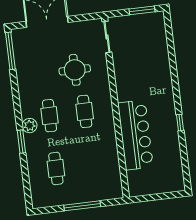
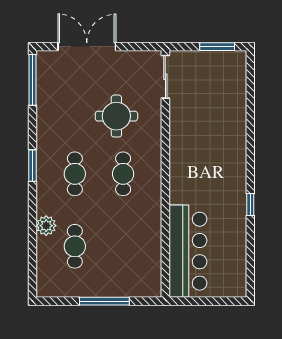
plant: (30, 126) -> (46, 226), moved
bar counter: (135, 135) -> (188, 251), moved
window: (21, 142) -> (33, 166), moved

